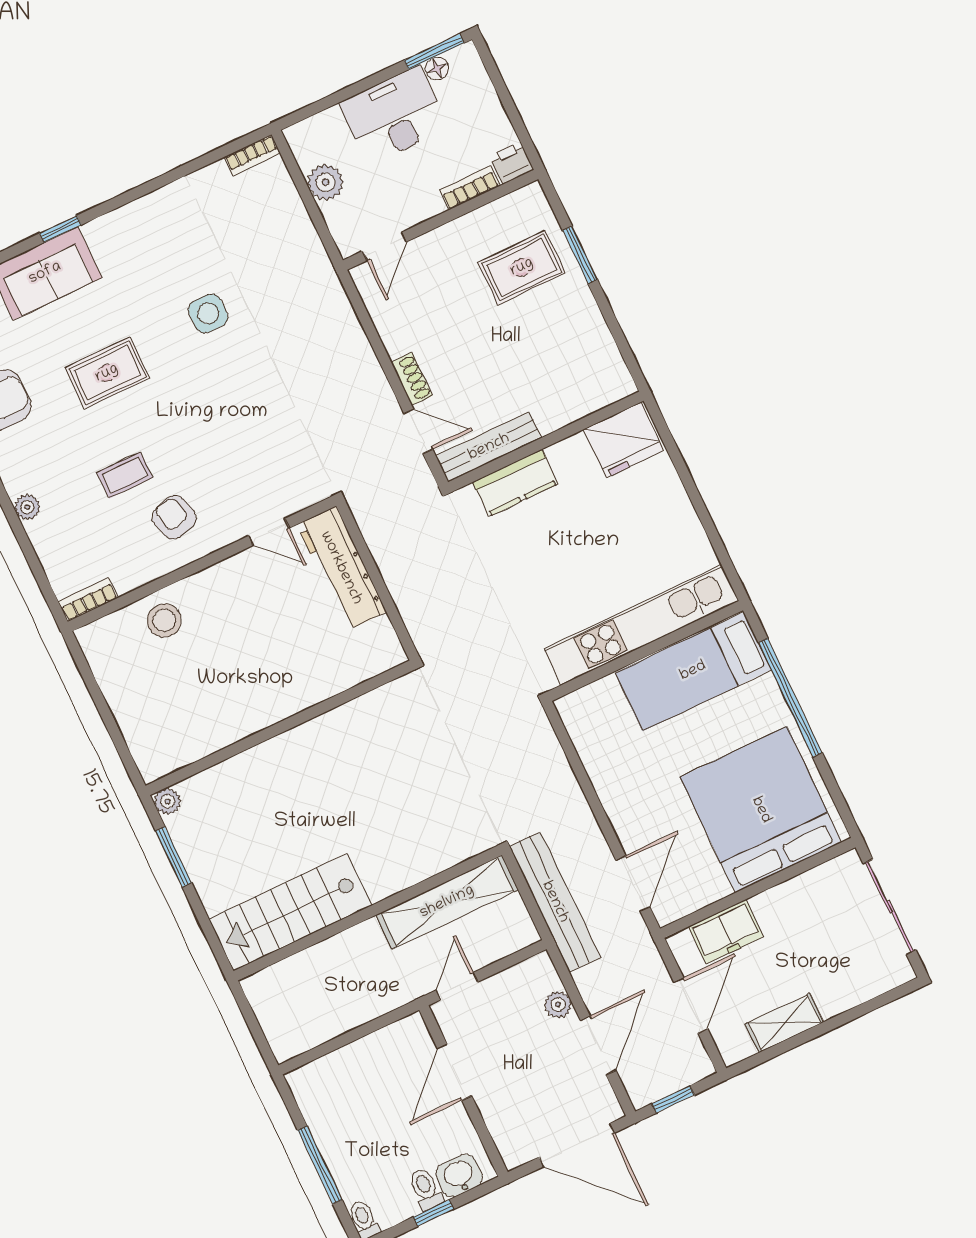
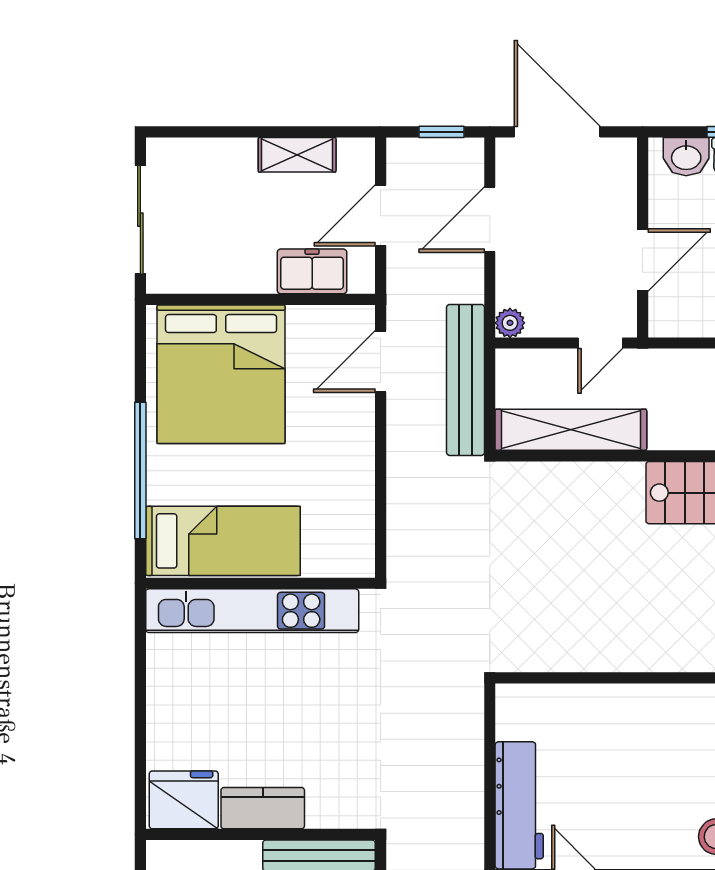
kitchen counter: (515, 483) -> (263, 808), moved
plant: (558, 1004) -> (510, 323), moved

